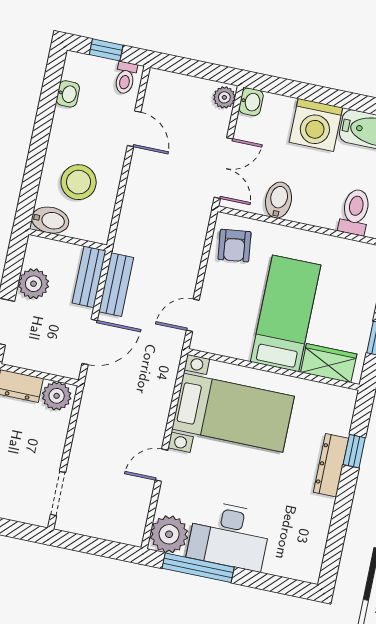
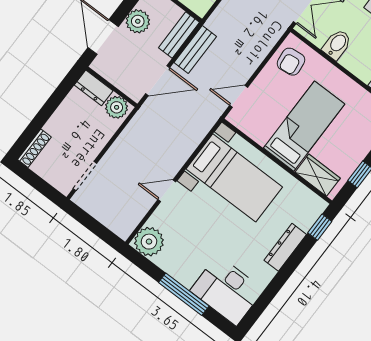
window: (354, 451) -> (320, 227), moved
desk: (229, 536) -> (227, 290), moved
window: (198, 568) -> (184, 294), moved

